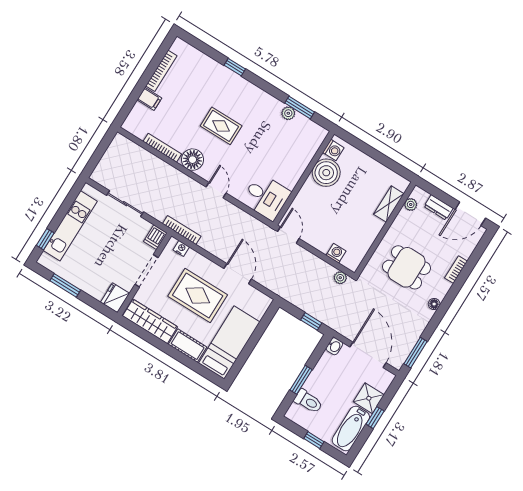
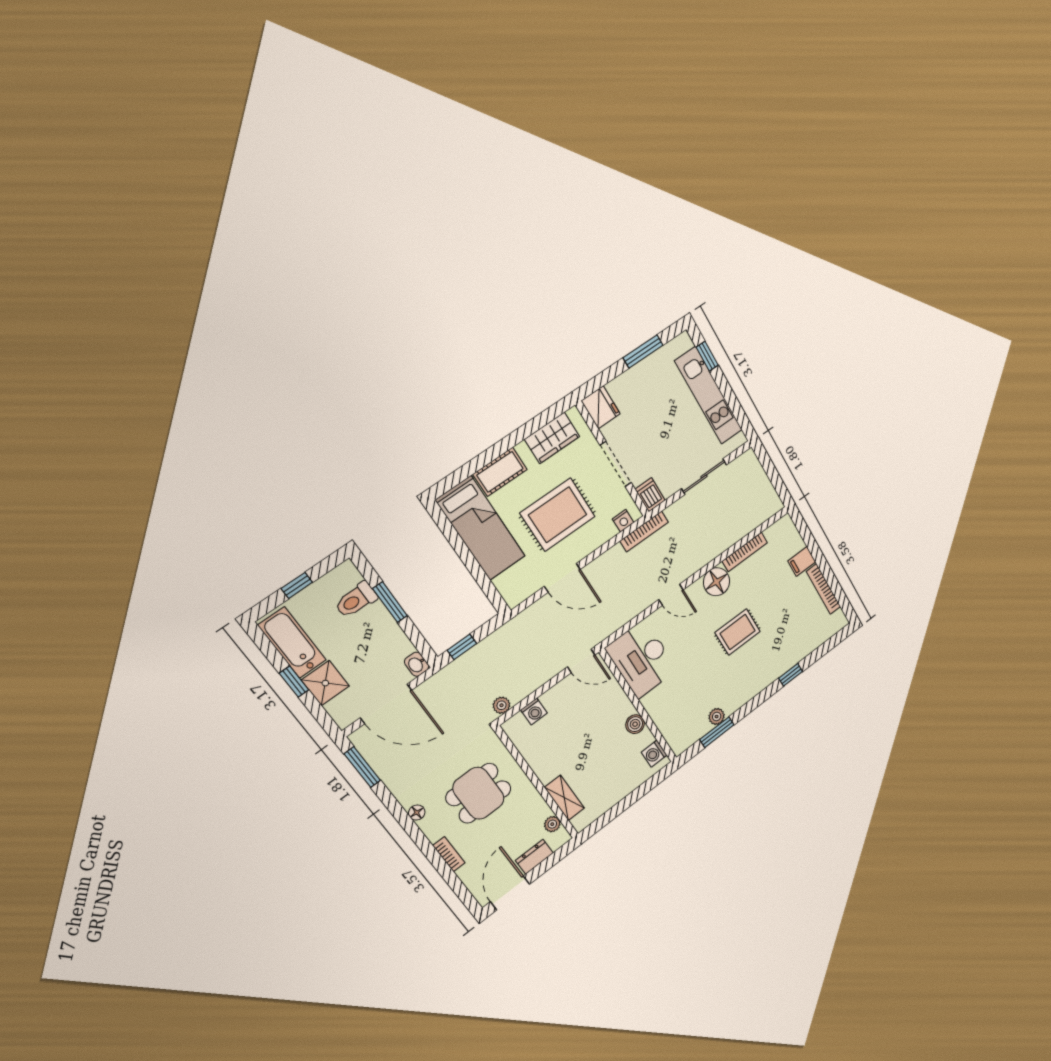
boiler: (326, 173) -> (635, 724), width x0.54, depth x0.54
desk: (266, 197) -> (642, 659), width x1.37
wardrobe: (150, 321) -> (552, 438), width x0.67

